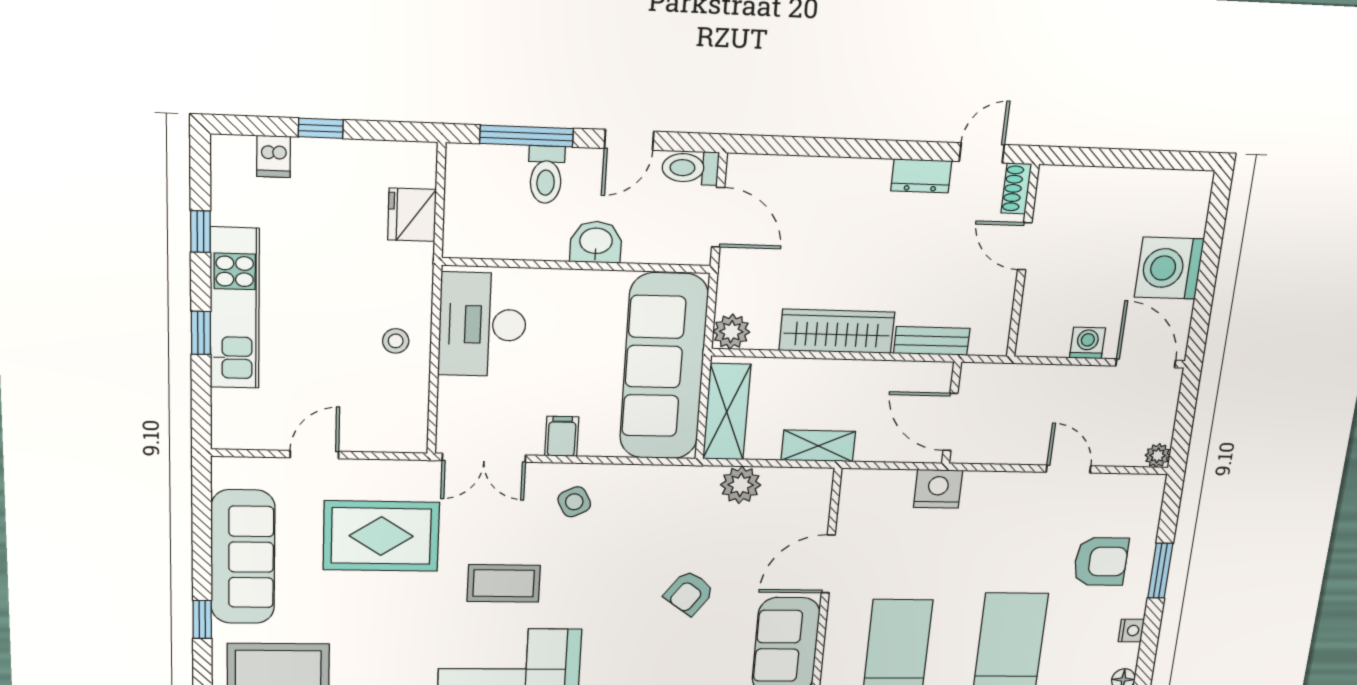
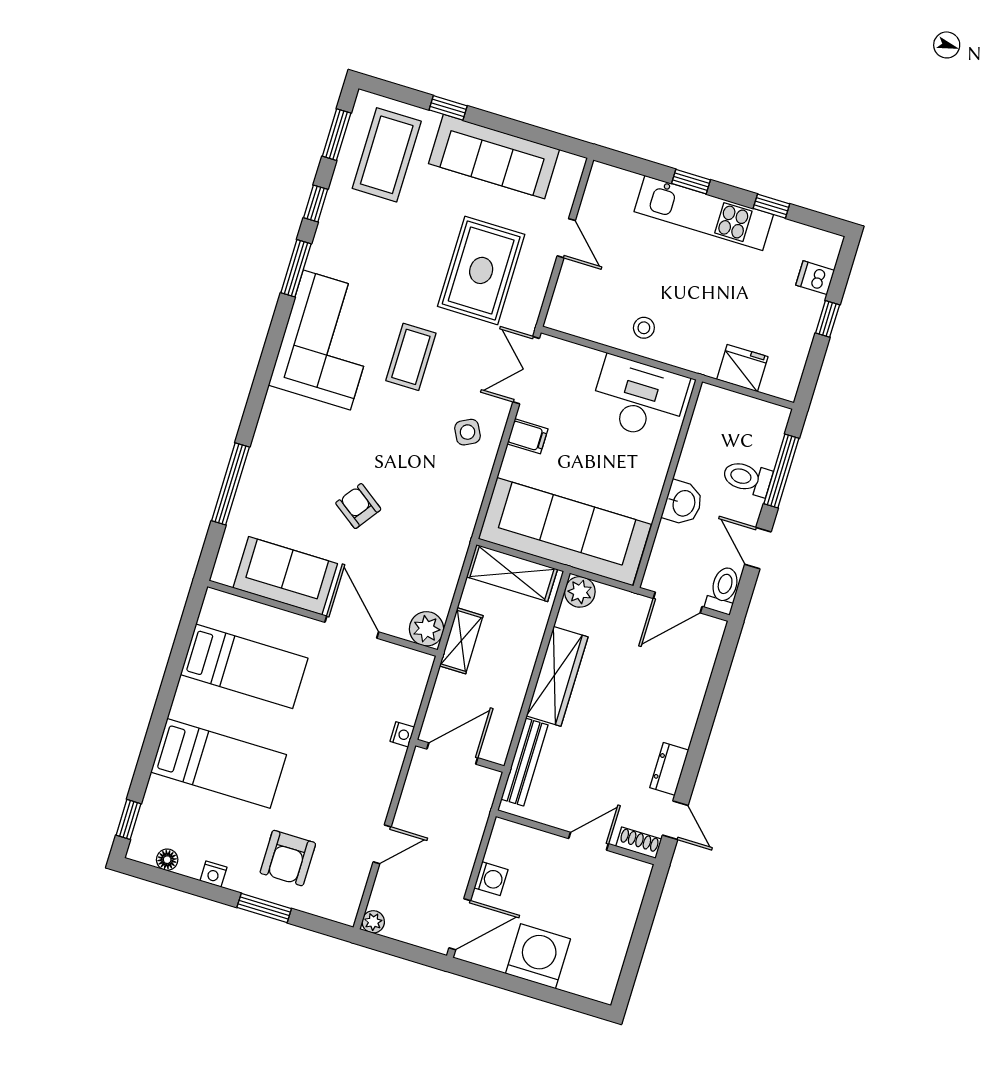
bench: (932, 341) -> (525, 762), width x1.36
plant: (741, 485) -> (427, 629), moved
nightstand: (938, 489) -> (402, 734), width x0.53, depth x0.56

